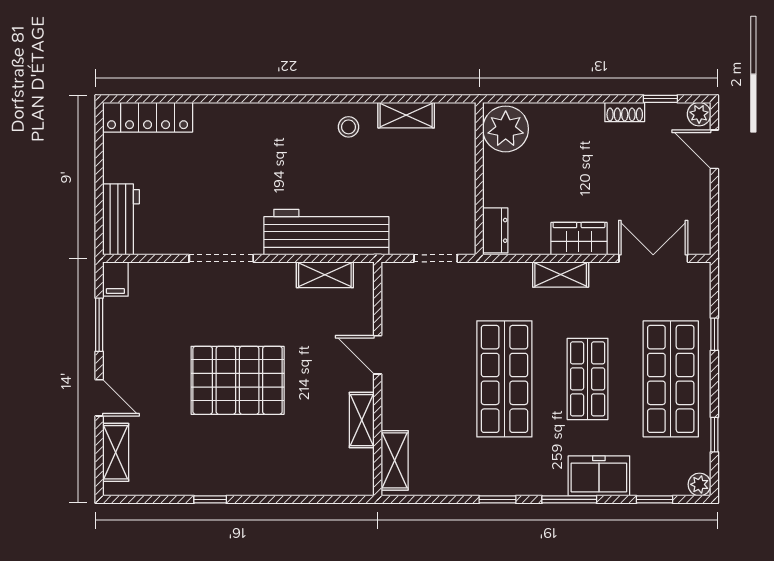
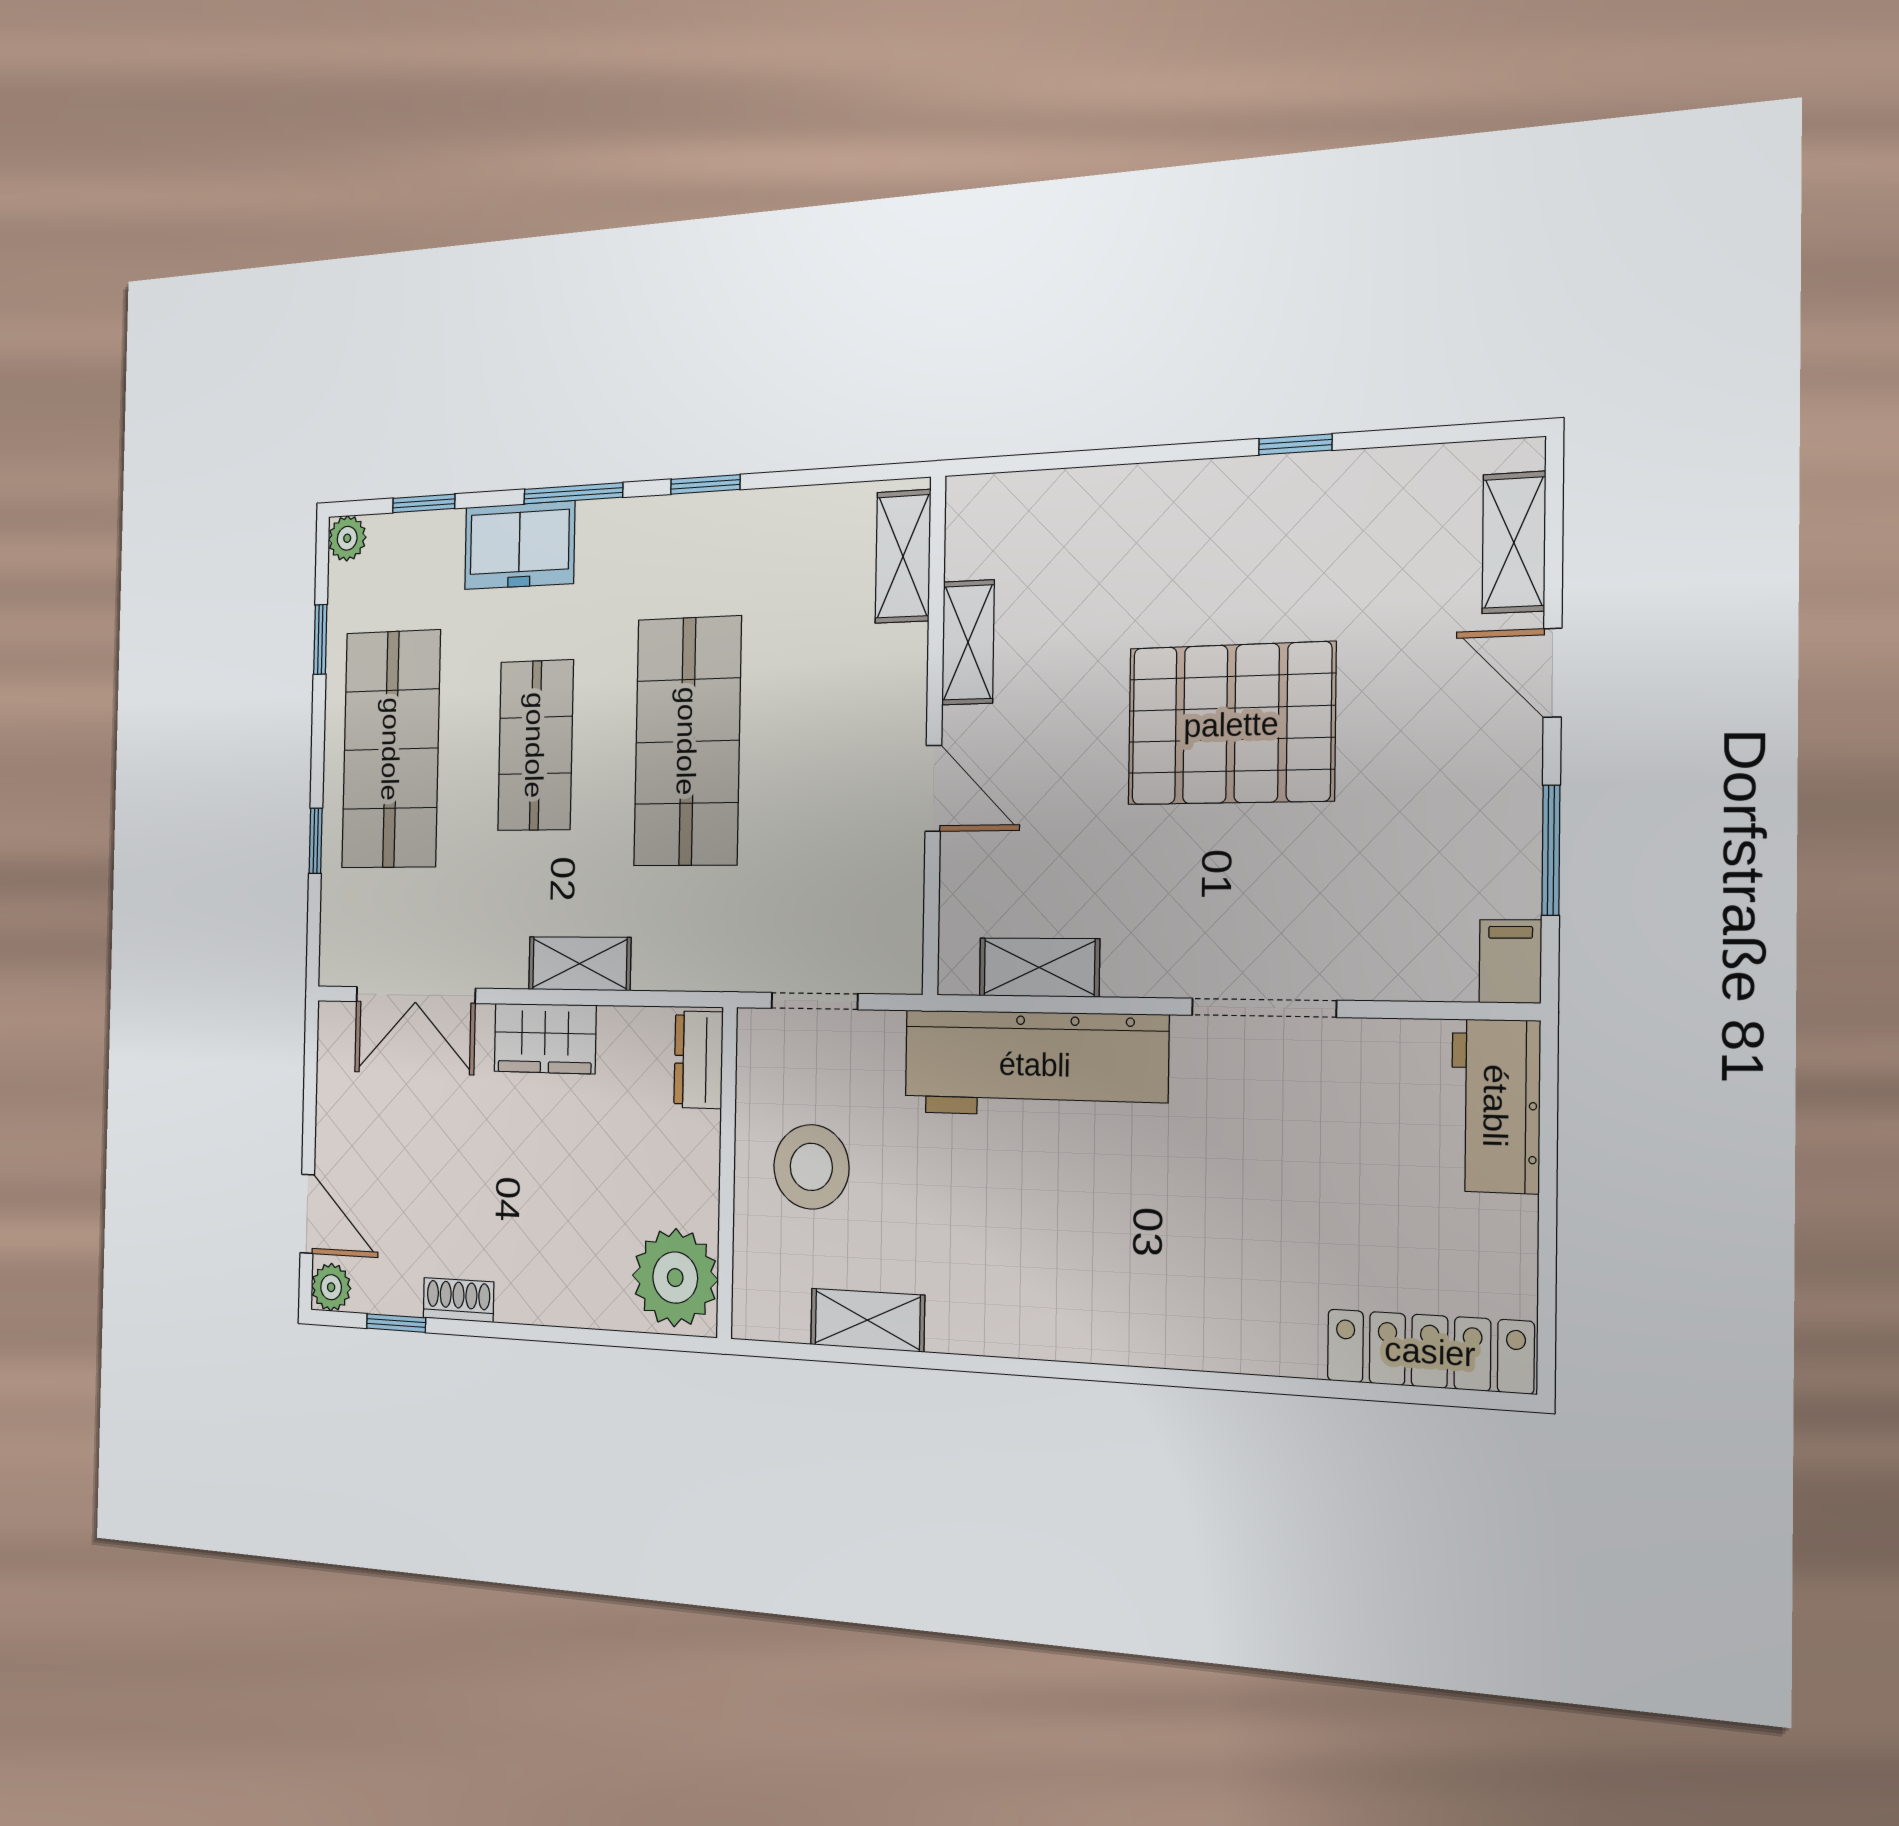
stool: (348, 127) -> (811, 1167), moved, width x1.89, depth x1.89

